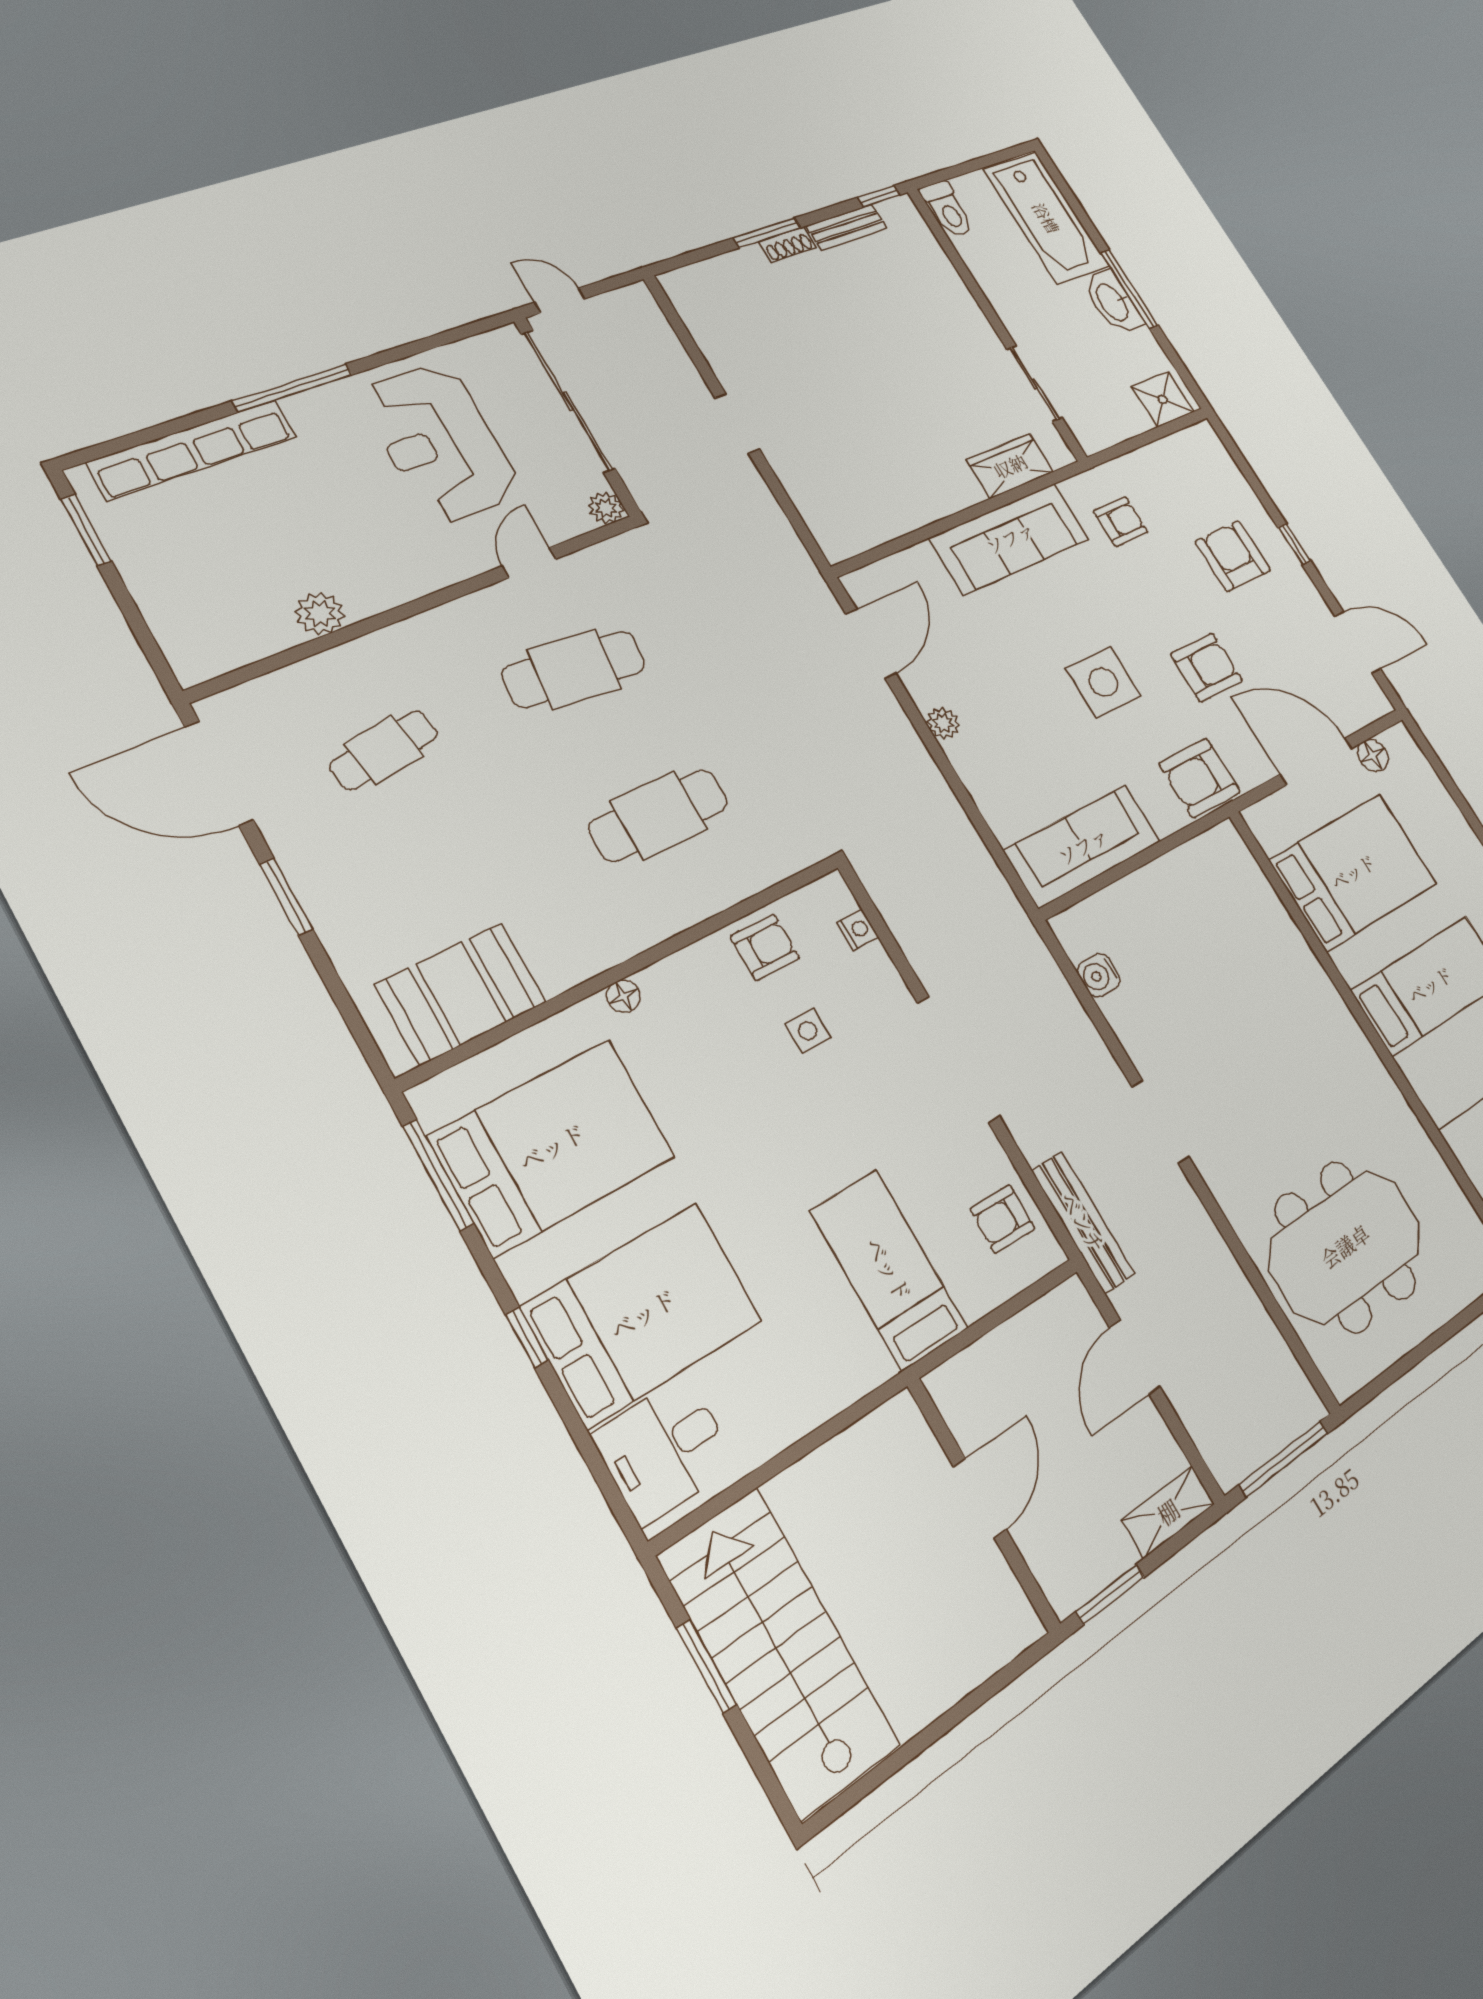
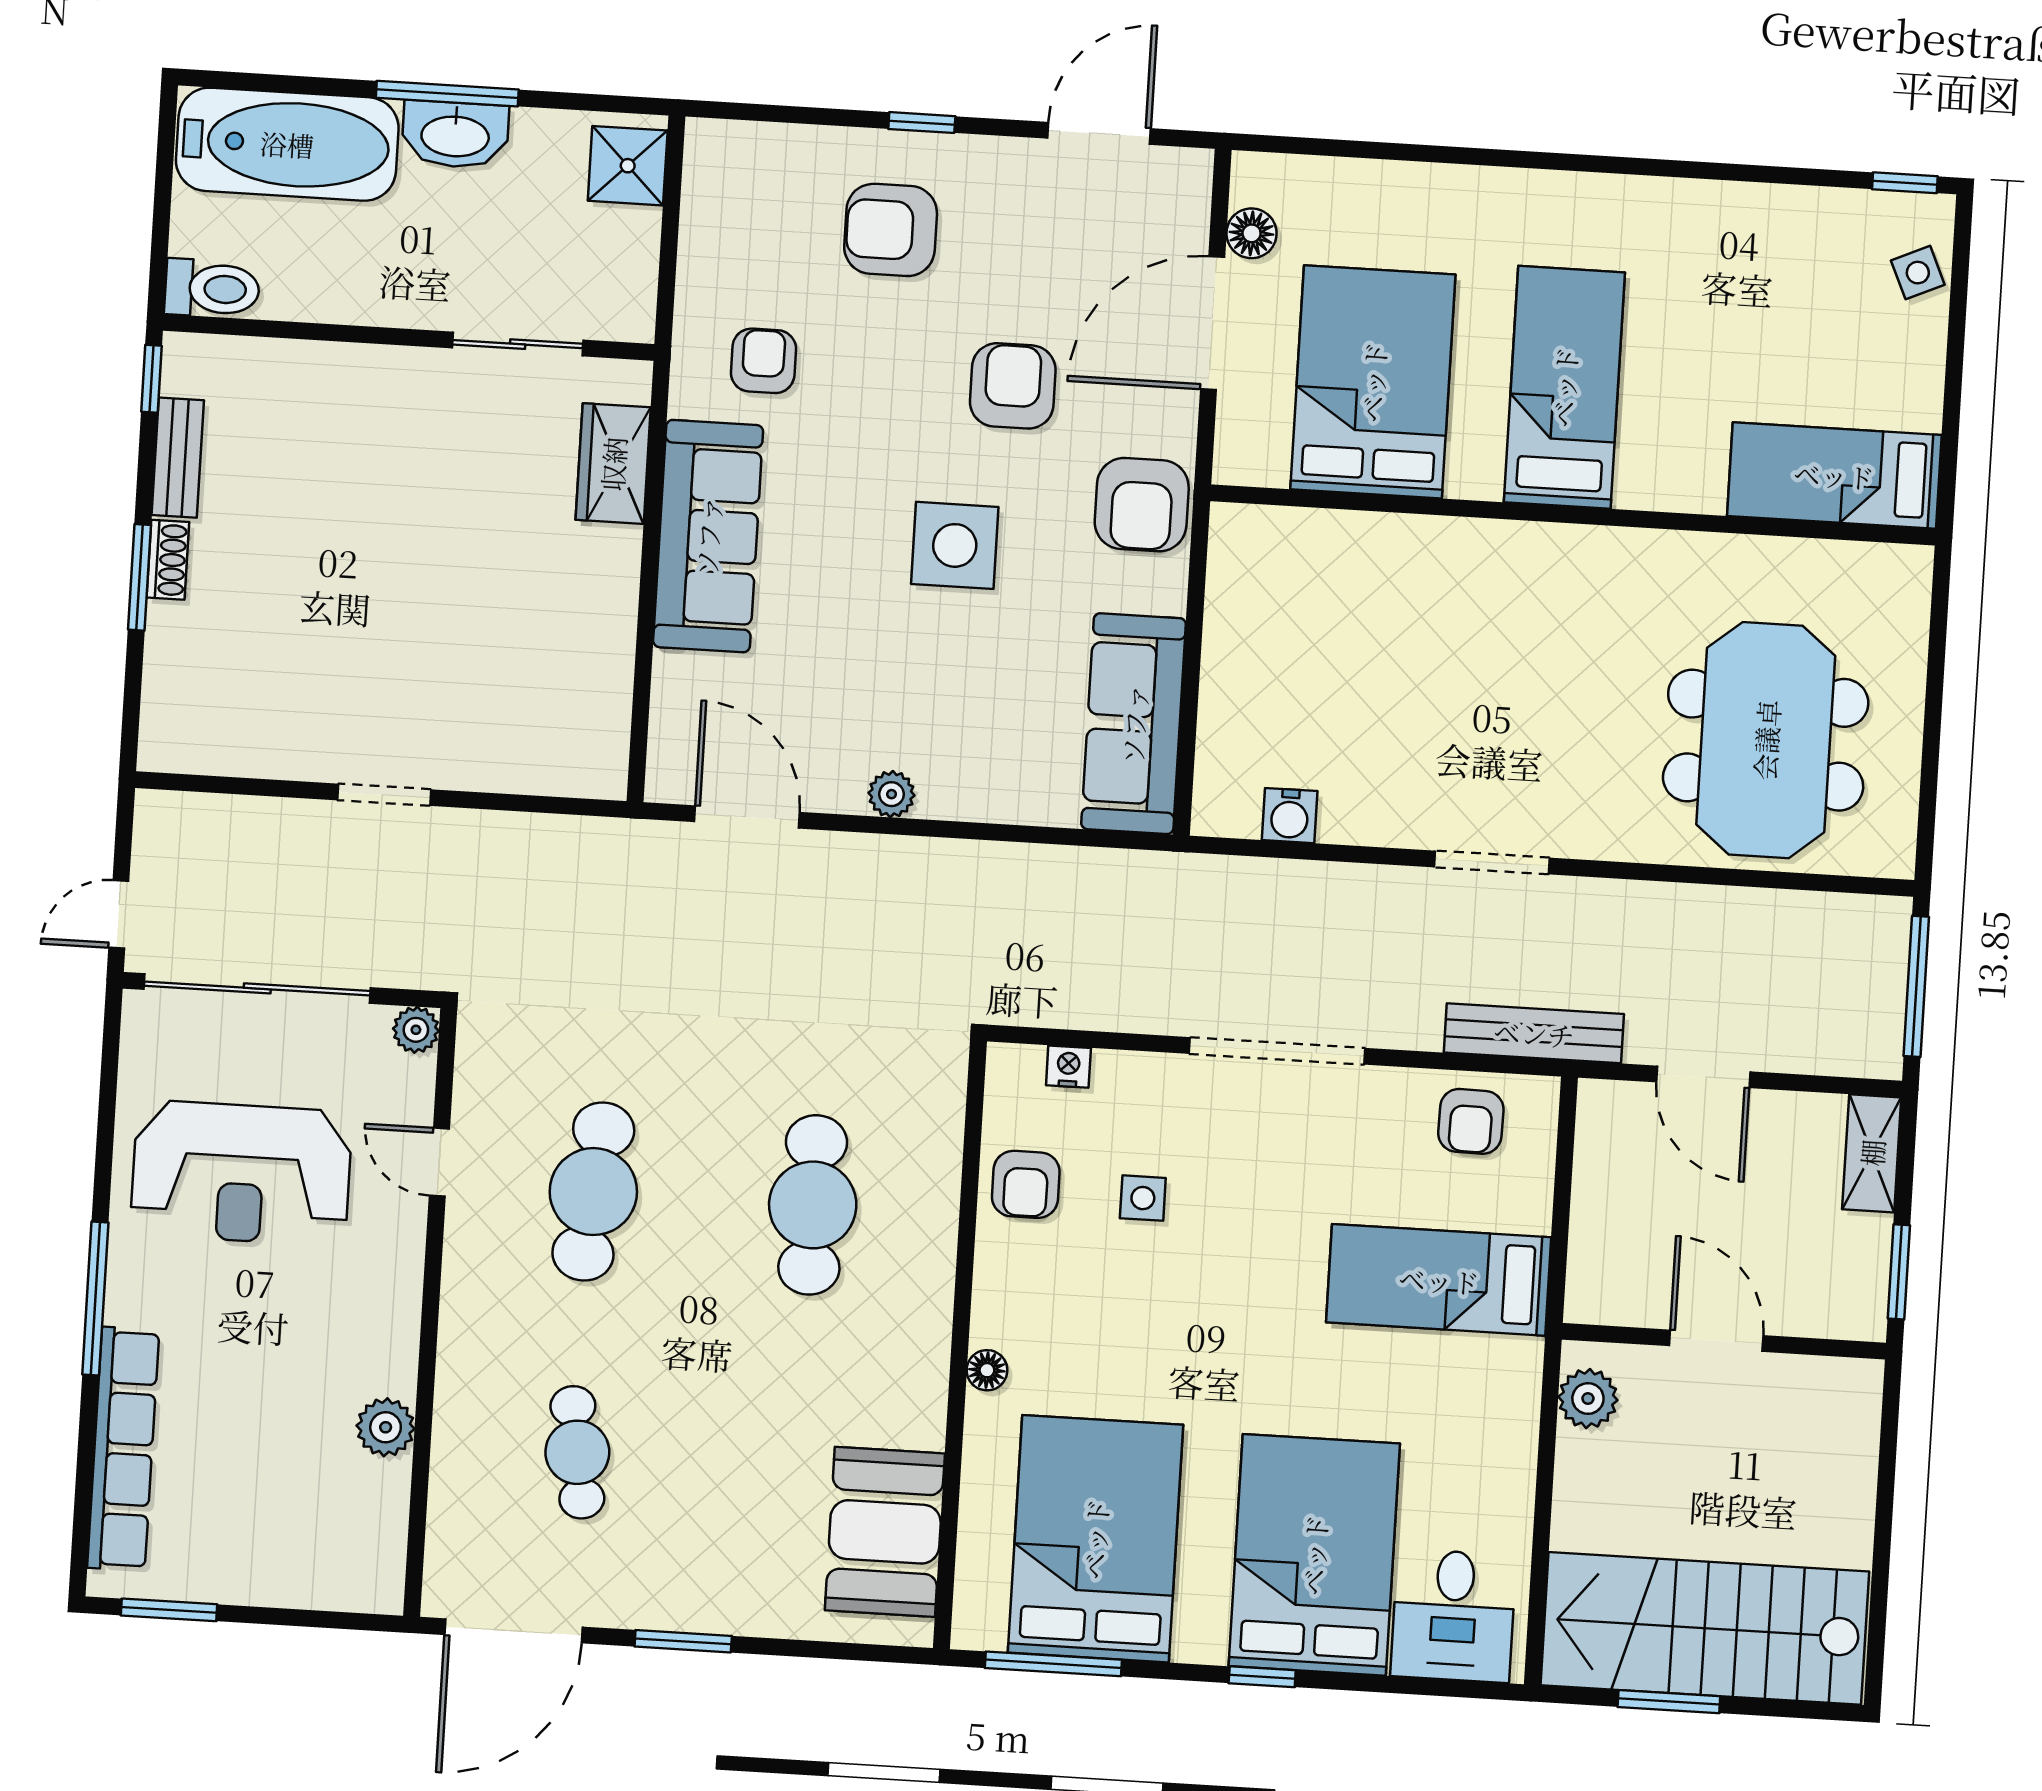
armchair: (765, 947) -> (1026, 1184), turned 180
plant: (881, 1435) -> (1588, 1399), added

